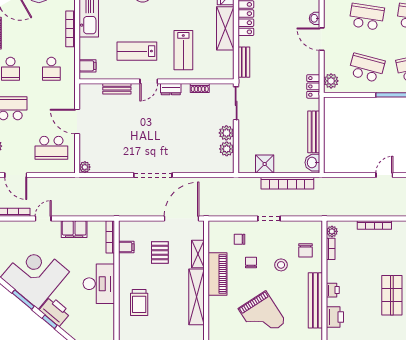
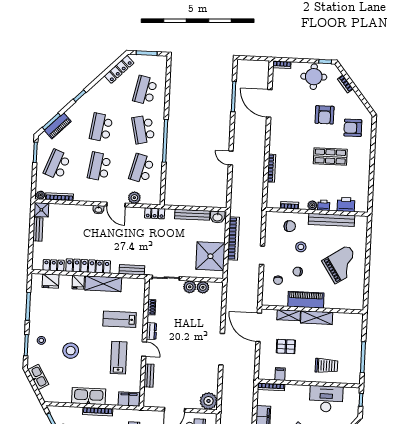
door: (322, 39) -> (116, 205), hinge flipped
lab bench: (183, 50) -> (120, 319), turned 180
lab bench: (137, 51) -> (119, 358), turned 180
filing cabinet: (87, 66) -> (129, 399), width x2.00
plant: (331, 81) -> (134, 198), moved
shower: (265, 164) -> (210, 256), width x1.86, depth x1.86
plant: (85, 167) -> (209, 401), width x1.87, depth x1.87
plant: (332, 231) -> (312, 205), moved
desk: (99, 284) -> (326, 399), moved
shelving: (196, 297) -> (317, 318), width x0.68

